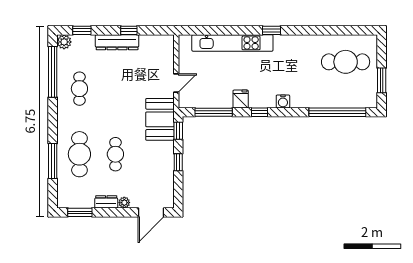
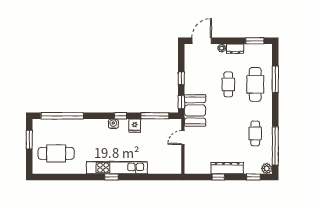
kitchen unit: (232, 43) -> (117, 168), moved
water cooler: (283, 101) -> (113, 124), moved

